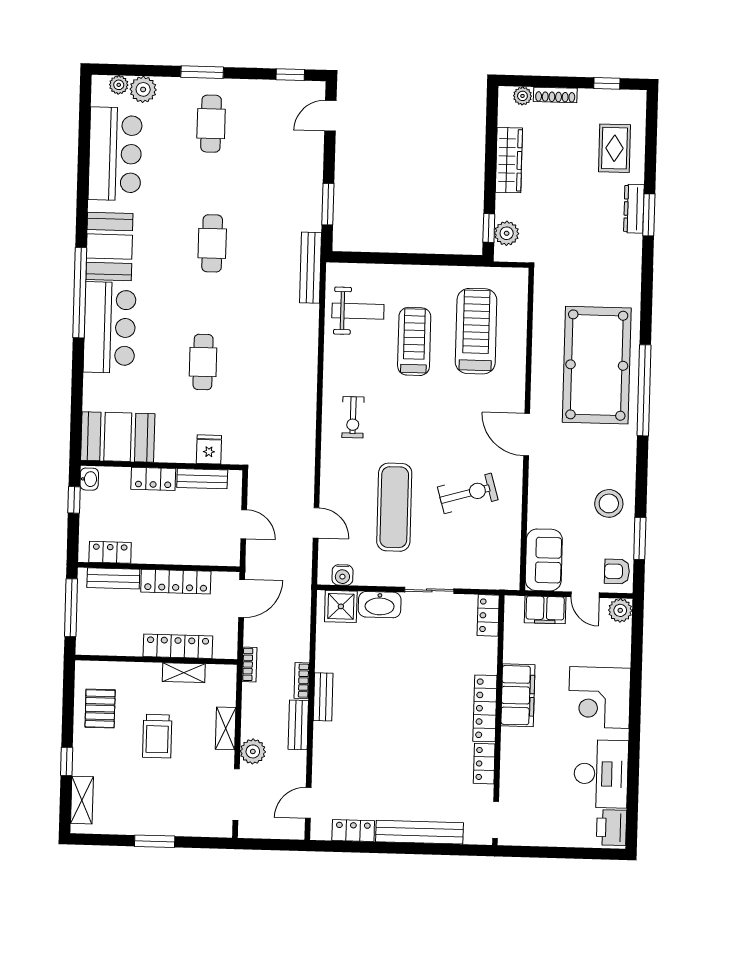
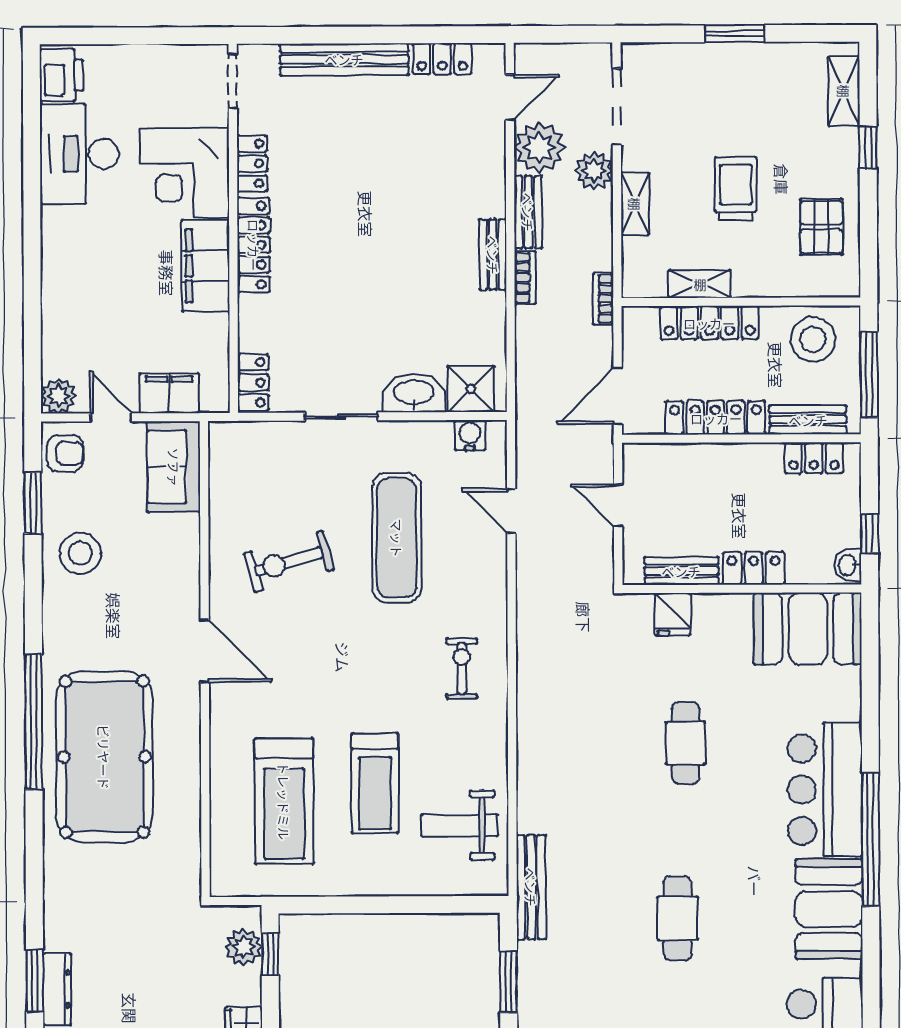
stool: (108, 633) -> (813, 339), added
corner desk: (599, 697) -> (184, 173), moved, turned 180
plant: (289, 768) -> (539, 148), added

